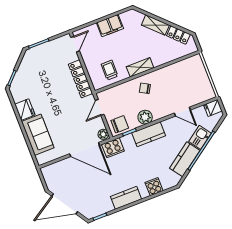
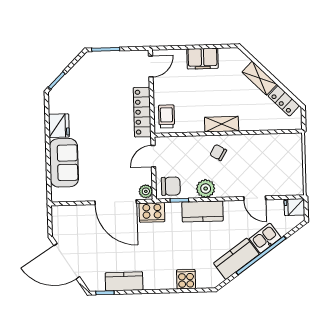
trolley: (110, 70) -> (166, 116), moved
kitchen counter: (126, 198) -> (124, 281), moved

